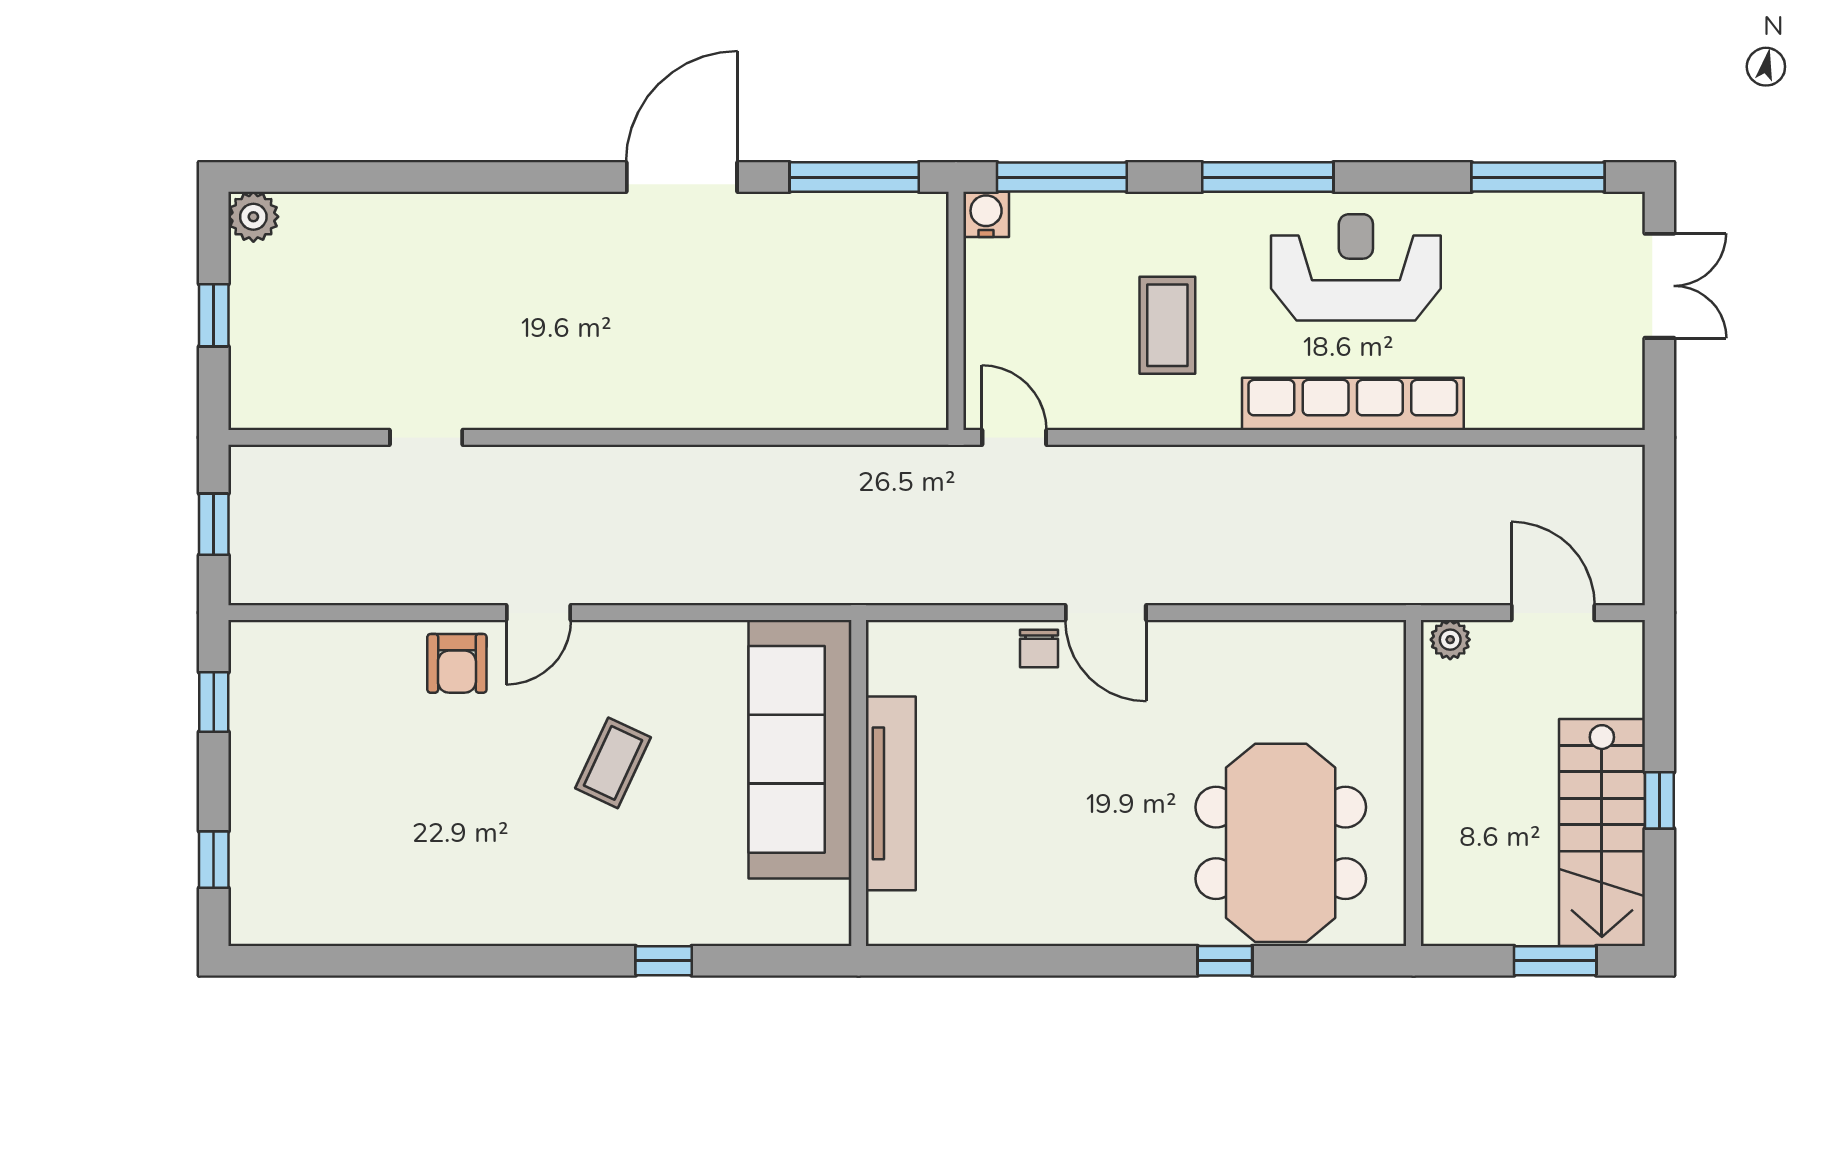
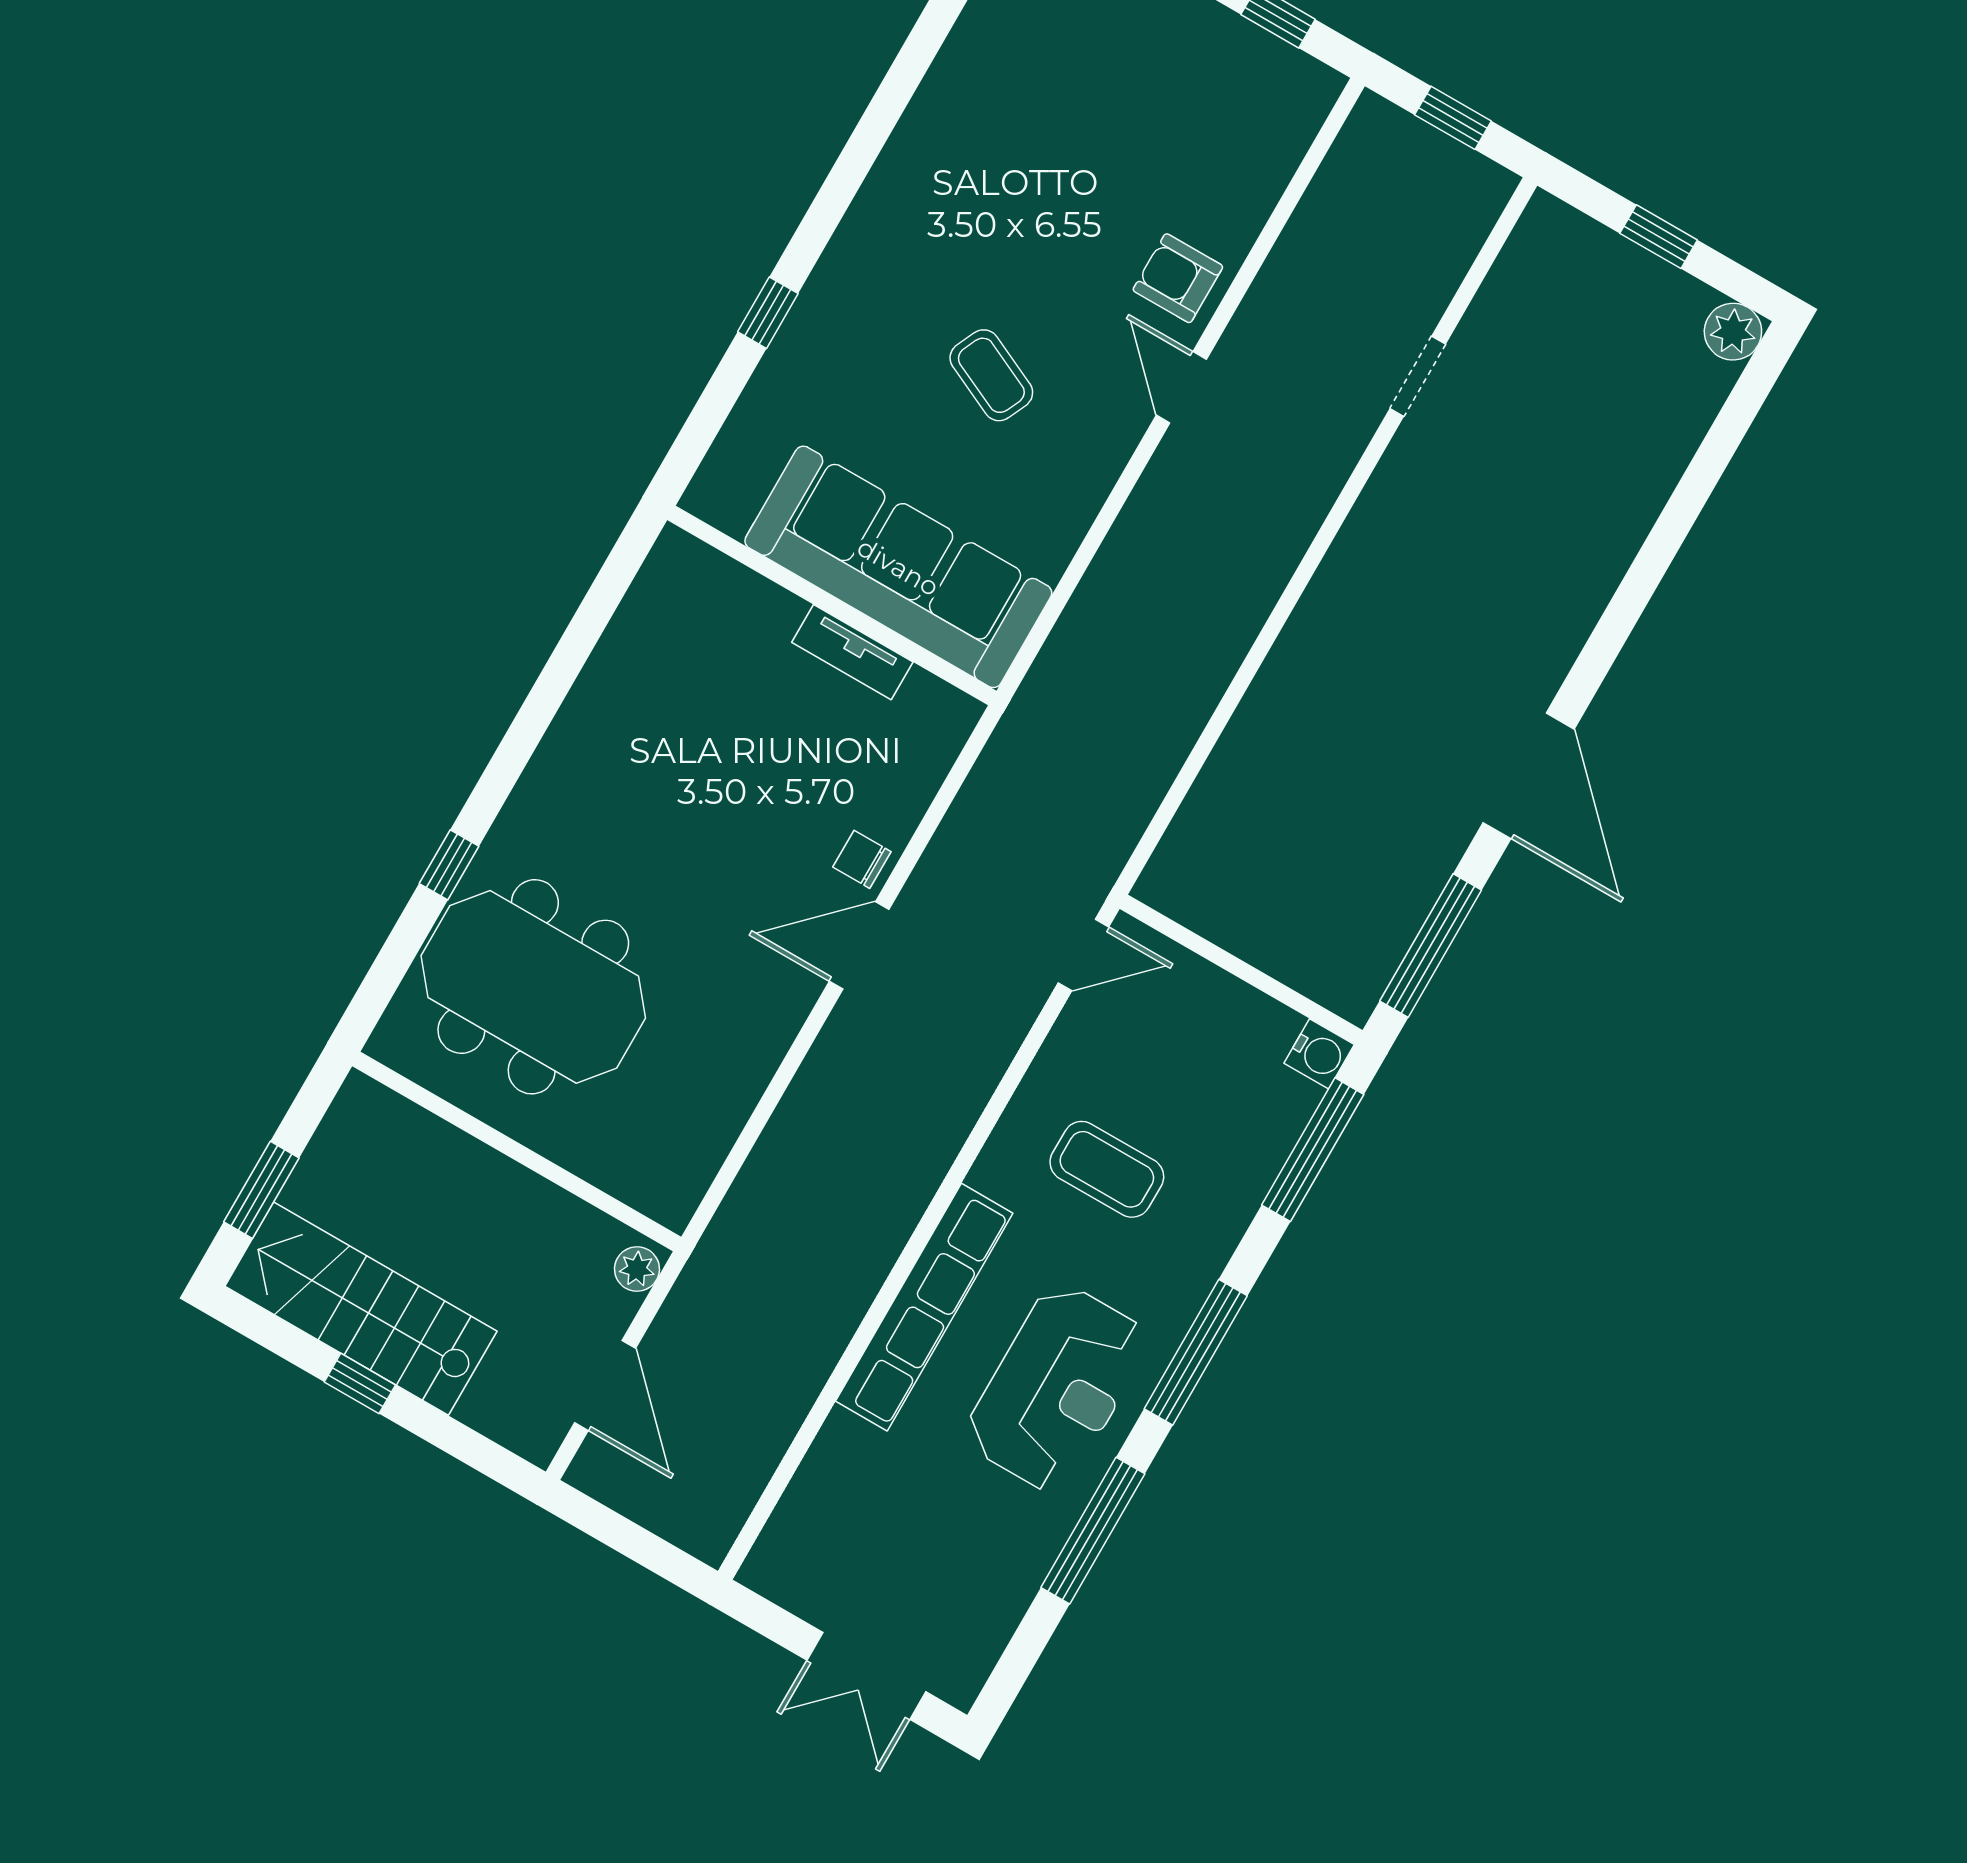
window: (1538, 177) -> (1093, 1531), moved
door: (1553, 613) -> (605, 1385), hinge flipped
tv unit: (891, 793) -> (852, 652), width x0.52, depth x0.78

